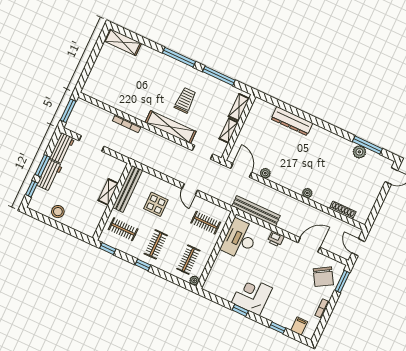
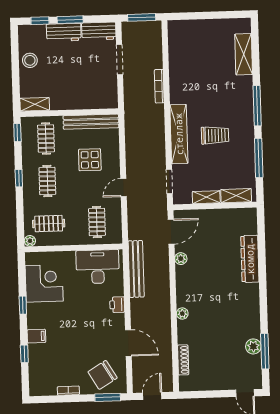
shelving: (123, 42) -> (244, 54), moved
shelving: (108, 192) -> (35, 104), moved
clothes rail: (156, 244) -> (47, 181), turned 90
corner desk: (252, 295) -> (44, 283), moved
filing cabinet: (299, 326) -> (36, 336), moved

